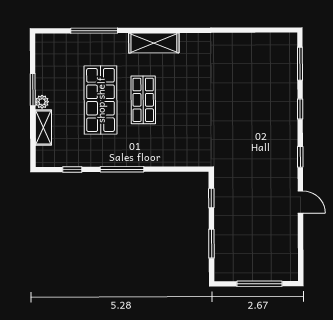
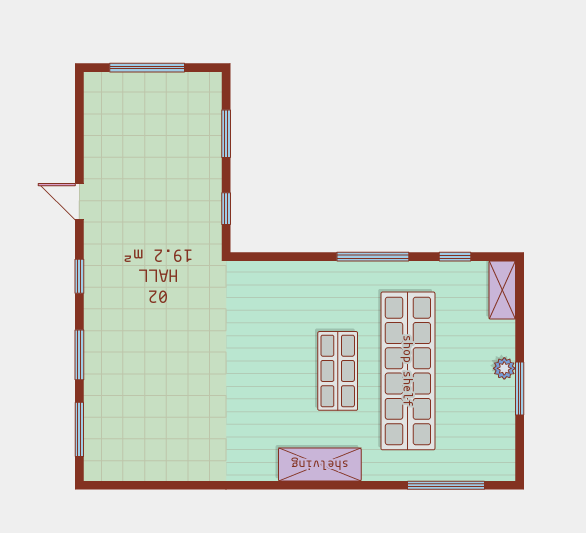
window: (94, 31) -> (446, 485), moved
shop shelf: (101, 100) -> (408, 371), width x1.40
window: (300, 109) -> (79, 355), width x1.50
shelving: (43, 128) -> (502, 290), moved

